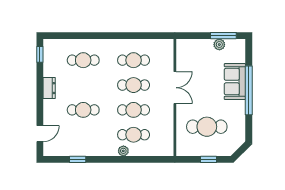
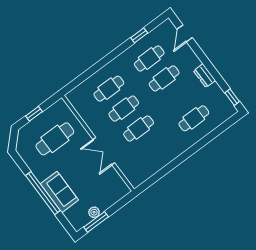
cafe table: (134, 60) -> (149, 58), moved
plant: (123, 151) -> (107, 70), removed

